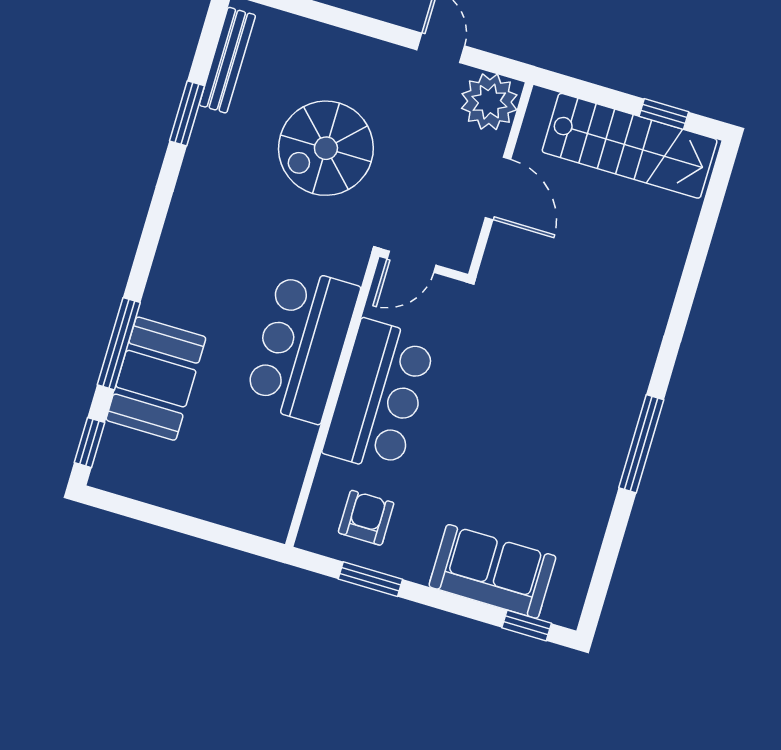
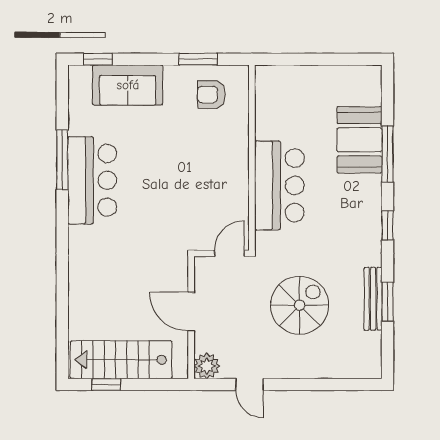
bench: (227, 60) -> (373, 299), moved
plant: (489, 102) -> (207, 366), width x0.73, depth x0.73
bar counter: (379, 396) -> (92, 180), moved, turned 180
window: (89, 443) -> (388, 225), moved
window: (641, 444) -> (62, 160), moved
armchair: (366, 518) -> (211, 95), turned 90

